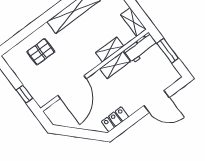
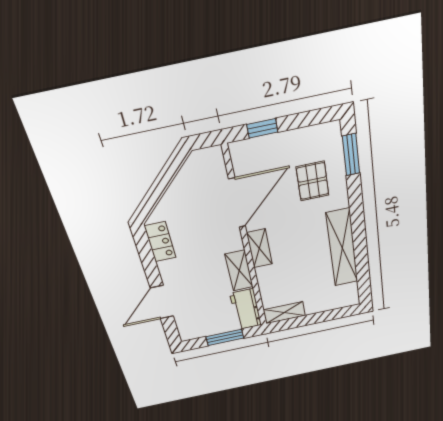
window: (17, 39) -> (351, 155), added
shelving: (110, 49) -> (259, 248), moved
door: (72, 87) -> (237, 203), swing flipped

